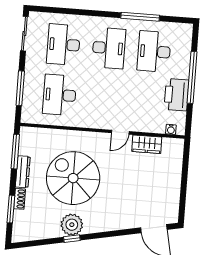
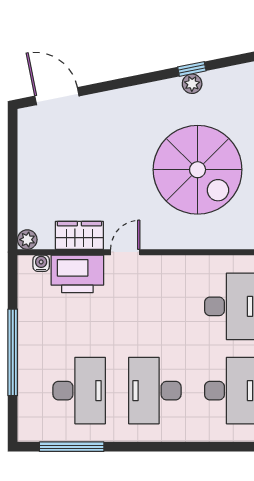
window: (140, 17) -> (72, 447), moved
printer: (177, 95) -> (77, 274), moved, turned 90
plant: (178, 144) -> (27, 240), added
plant: (72, 225) -> (192, 84), width x0.53, depth x0.53

